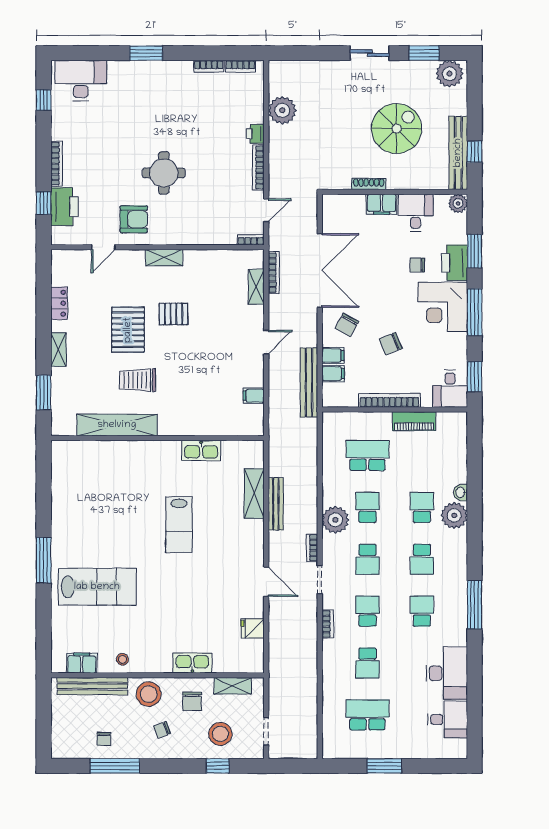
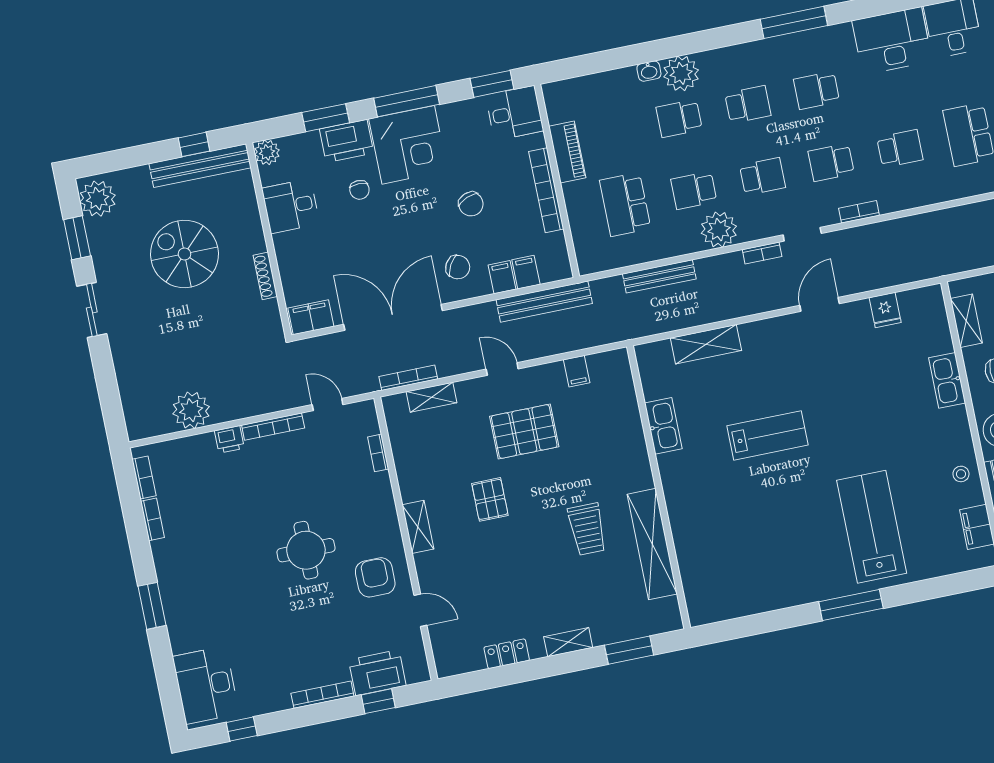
filing cabinet: (382, 204) -> (311, 317), moved, turned -90
bookcase: (251, 240) -> (378, 453), moved
pallet: (128, 330) -> (524, 431), moved
bench: (276, 504) -> (659, 276), moved

